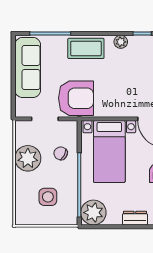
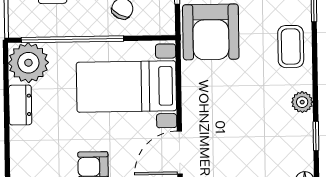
coffee table: (86, 48) -> (291, 47), width x0.73, depth x0.77
dresser: (135, 218) -> (20, 105), moved

